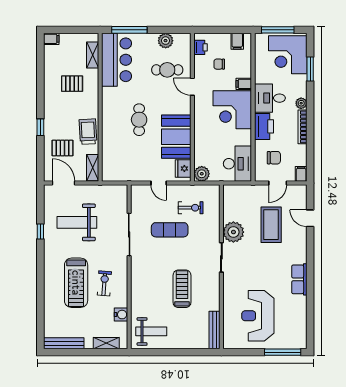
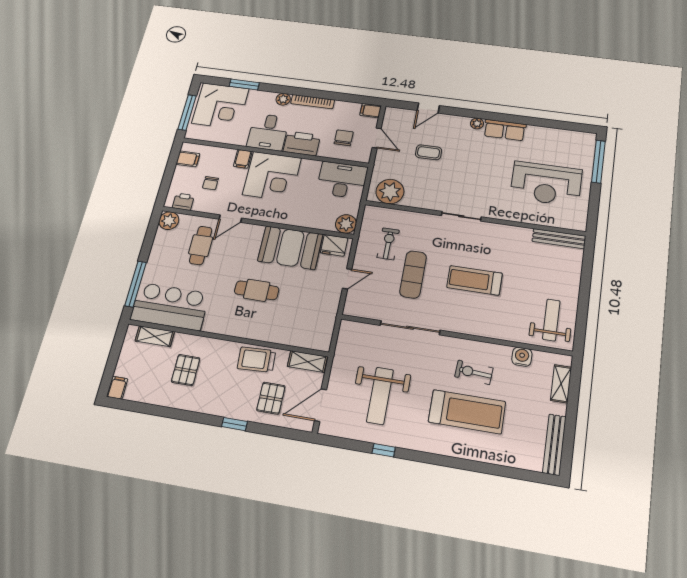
plant: (166, 41) -> (169, 221), moved
coffee table: (271, 225) -> (429, 152), width x0.54, depth x0.58
plant: (233, 232) -> (390, 192), moved
plant: (302, 258) -> (477, 124), added
treadmill: (182, 289) -> (474, 280), moved

